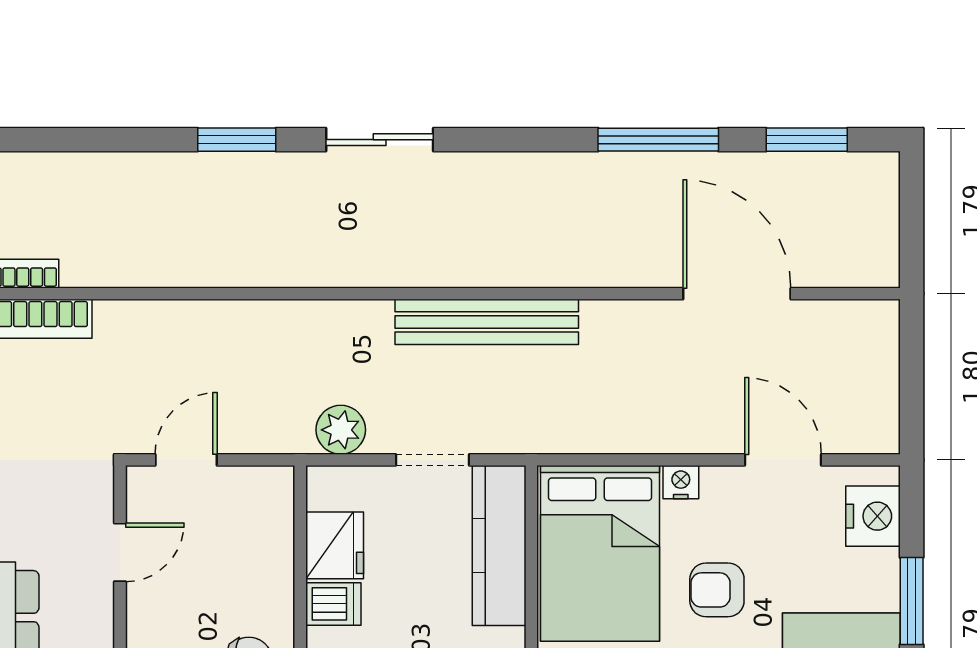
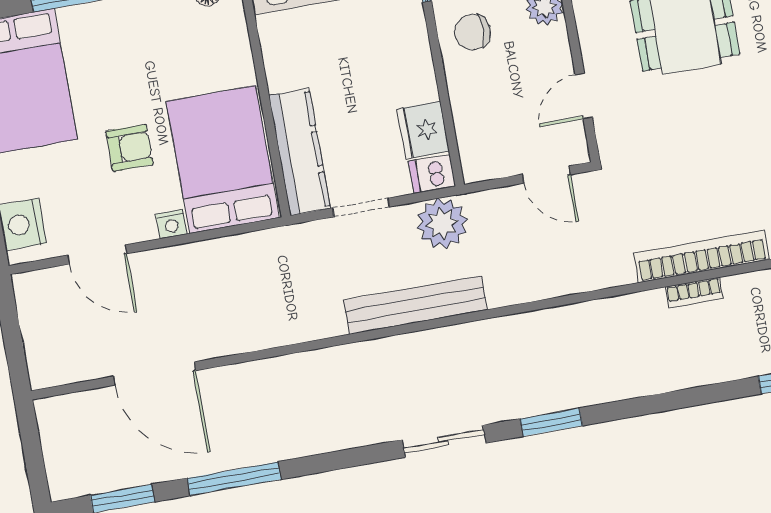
bench: (487, 322) -> (415, 305), moved
plant: (341, 430) -> (442, 223), width x1.36, depth x1.36
door: (186, 460) -> (546, 174), hinge flipped
dishwasher: (333, 604) -> (432, 174), moved

